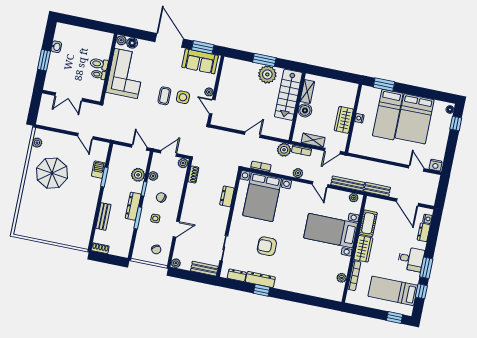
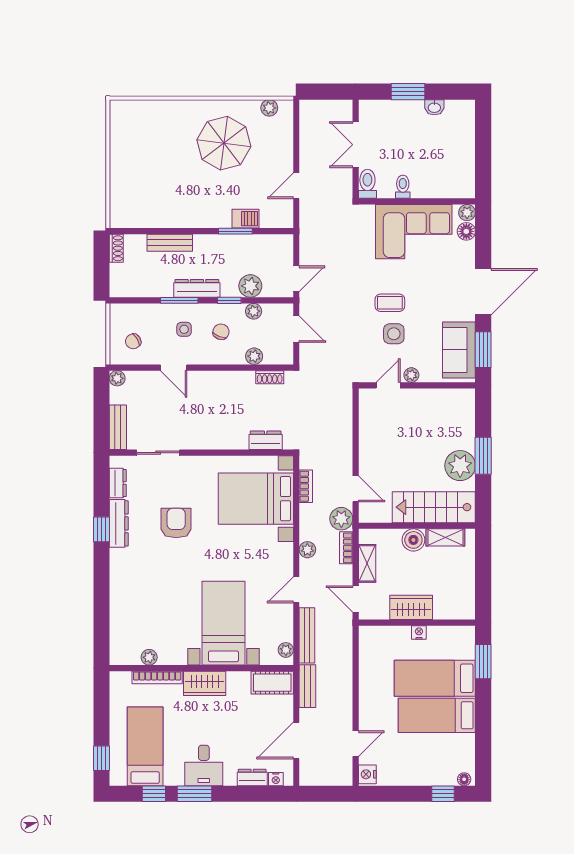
toilet: (99, 64) -> (367, 184), moved
bed: (415, 119) -> (437, 715), width x0.67
door: (253, 135) -> (356, 489), moved
plant: (183, 163) -> (254, 356), moved
dresser: (227, 196) -> (266, 440), moved
cot: (368, 223) -> (272, 683), moved

